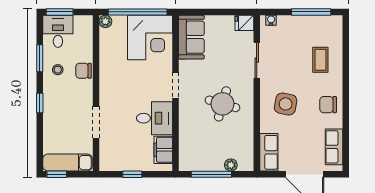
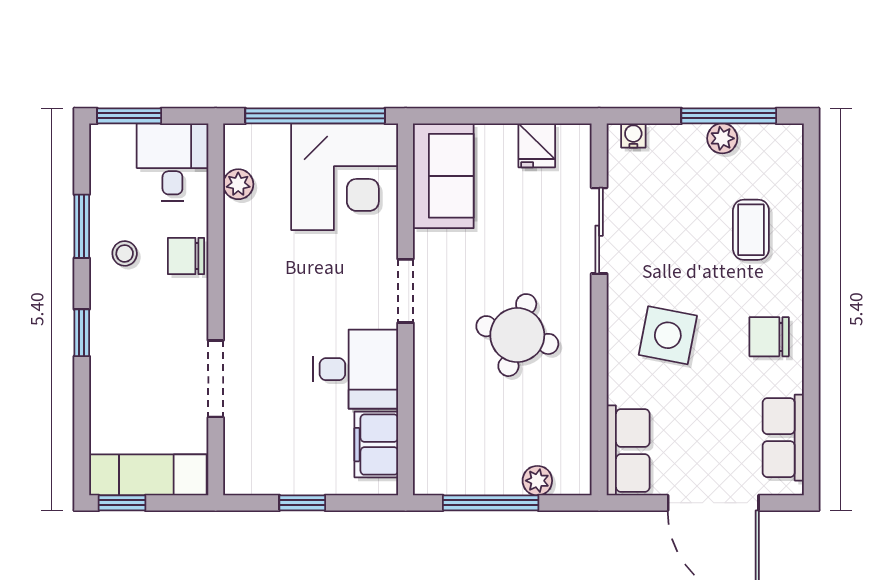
plant: (105, 21) -> (238, 184), moved
plant: (308, 21) -> (722, 138), added
fridge: (244, 23) -> (537, 145), moved, turned -90
desk: (58, 31) -> (172, 162), moved

